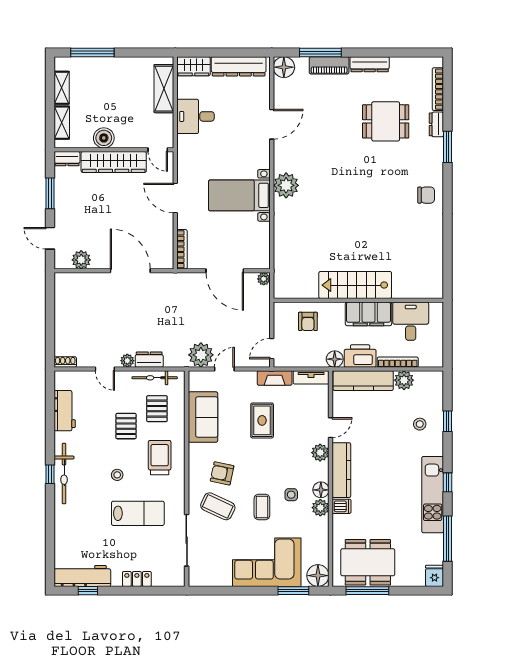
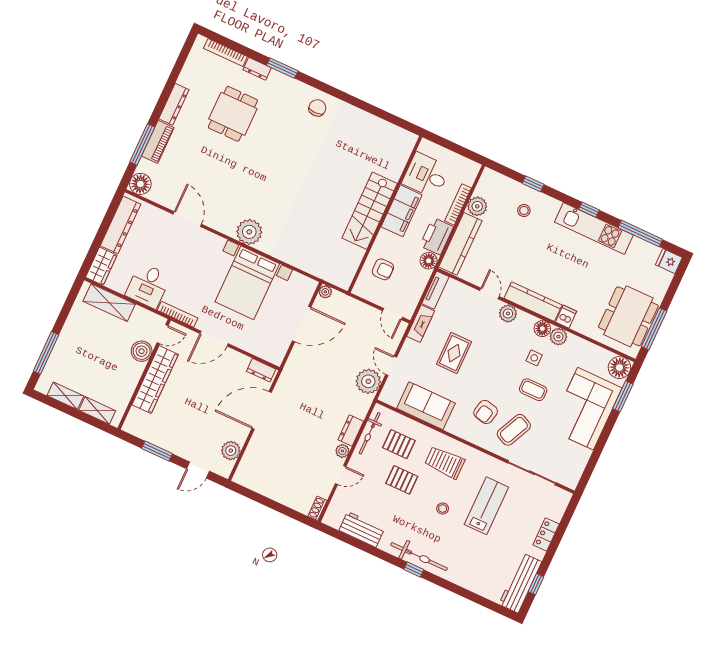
boiler: (104, 138) -> (142, 351), moved
dresser: (67, 159) -> (261, 370), moved, turned 90
bed with nightstands: (239, 195) -> (247, 283), width x1.36
bookcase: (182, 249) -> (178, 314), moved
rug: (262, 420) -> (454, 353), turned 90

